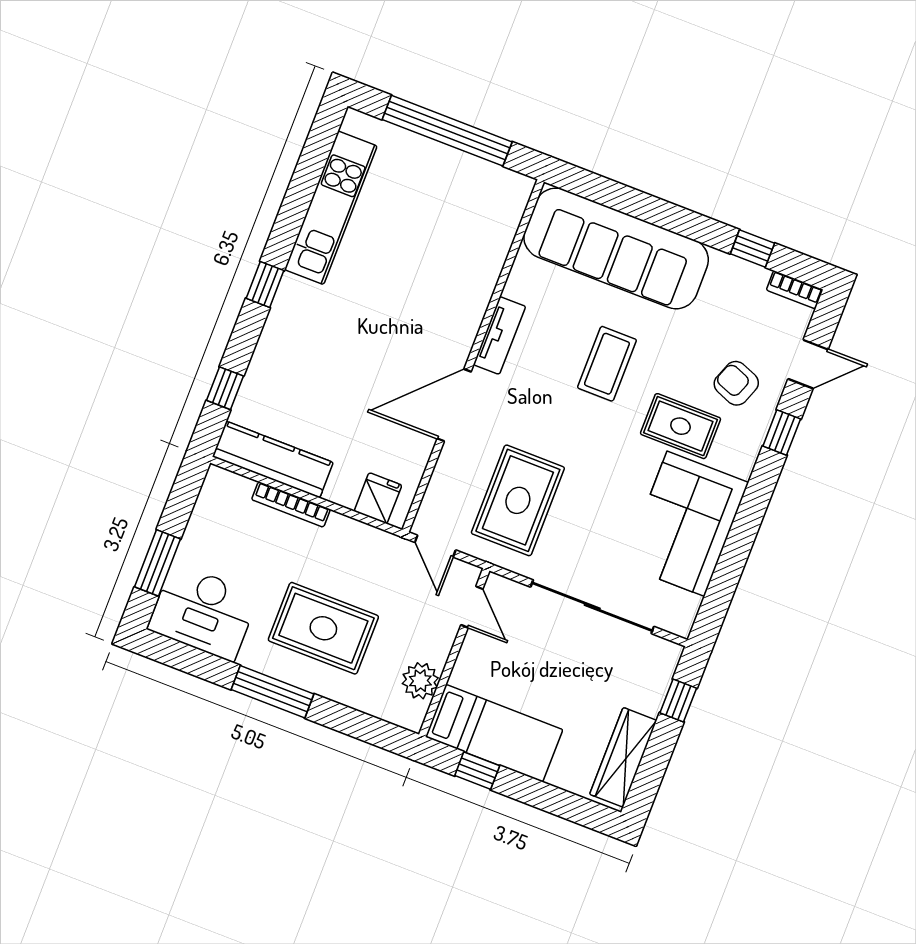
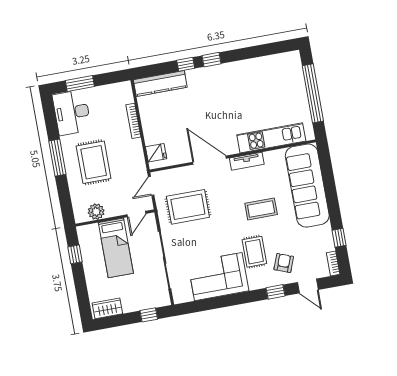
kitchen unit: (331, 208) -> (271, 138), moved, turned 180
window: (225, 388) -> (186, 64), moved
kitchen counter: (273, 460) -> (160, 83), moved, turned 90
bed: (494, 733) -> (116, 248), moved
wardrobe: (623, 757) -> (107, 308), width x0.67

